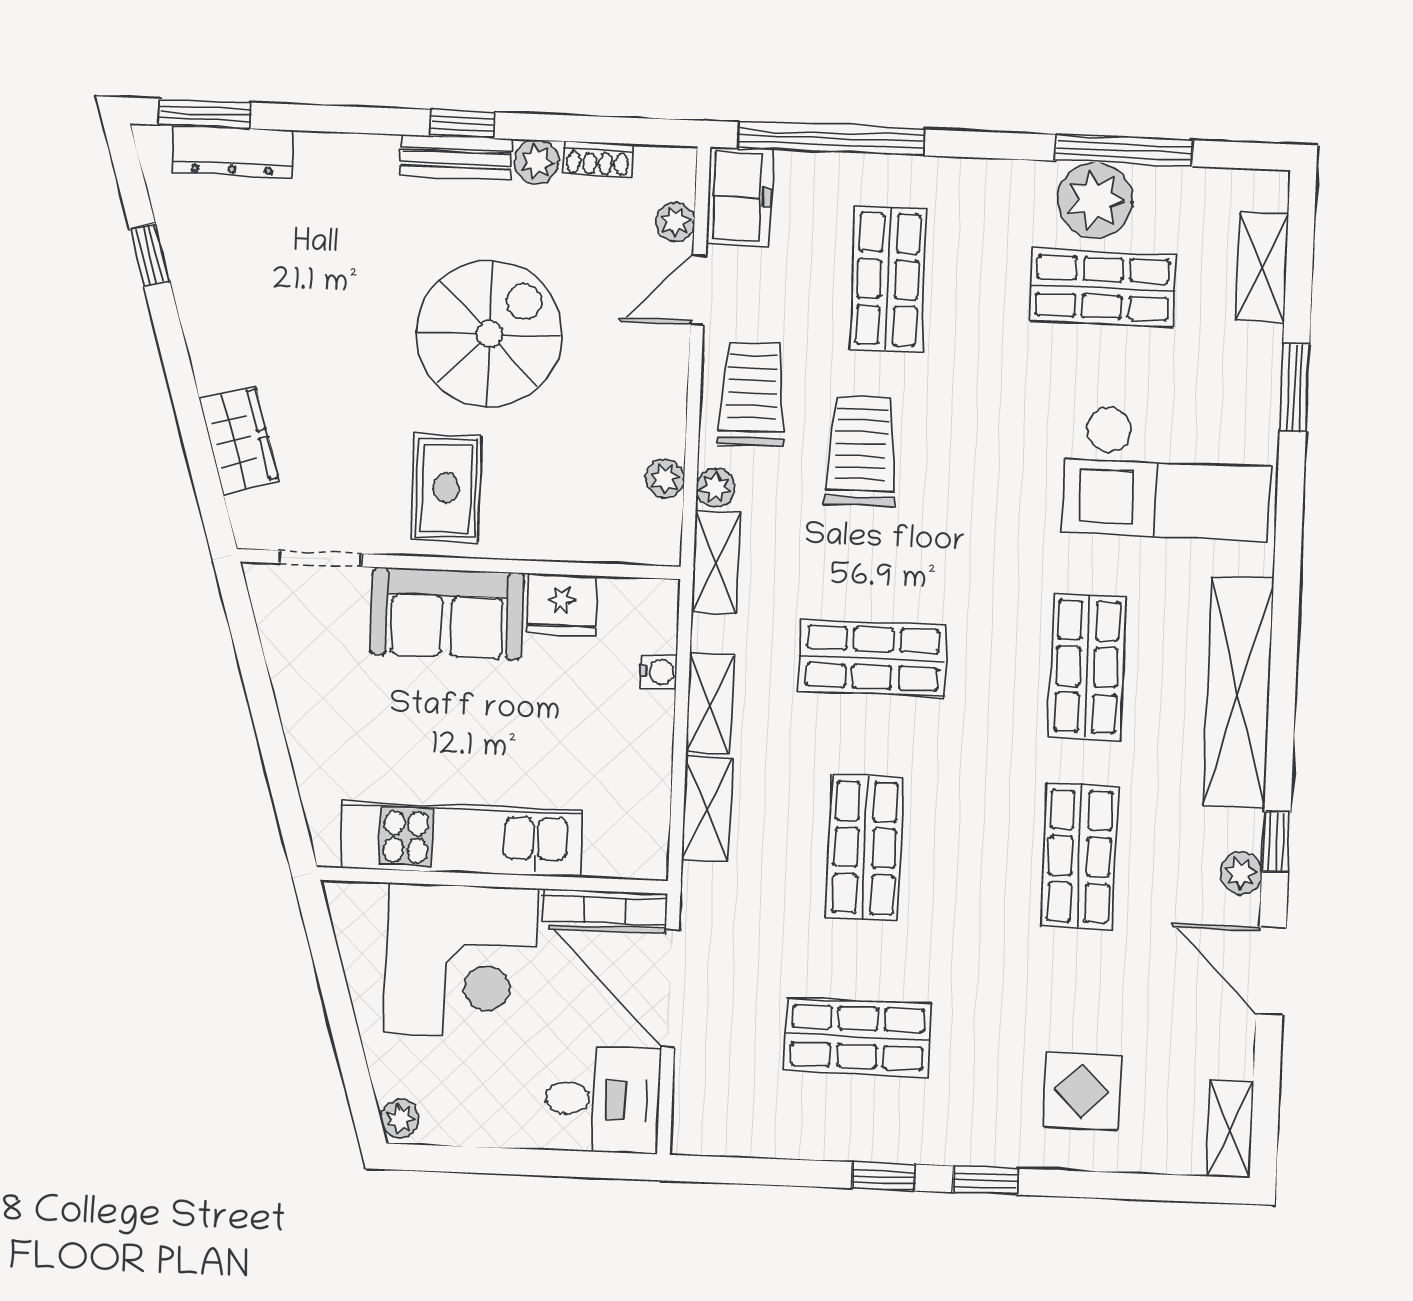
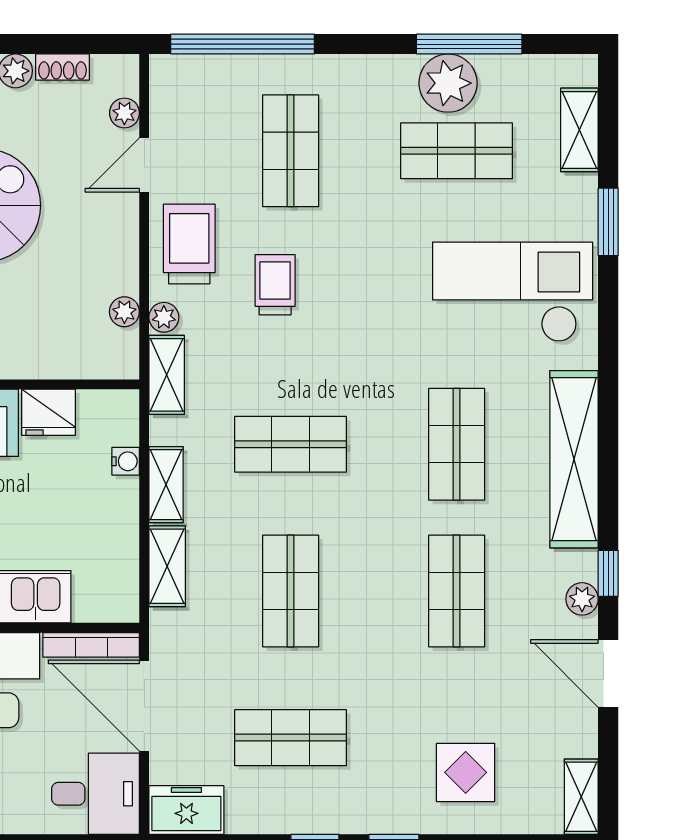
freezer: (740, 197) -> (186, 810), moved, turned -90
trolley: (861, 451) -> (275, 285), width x0.73, depth x0.72
checkout: (1167, 473) -> (513, 292), turned 180

